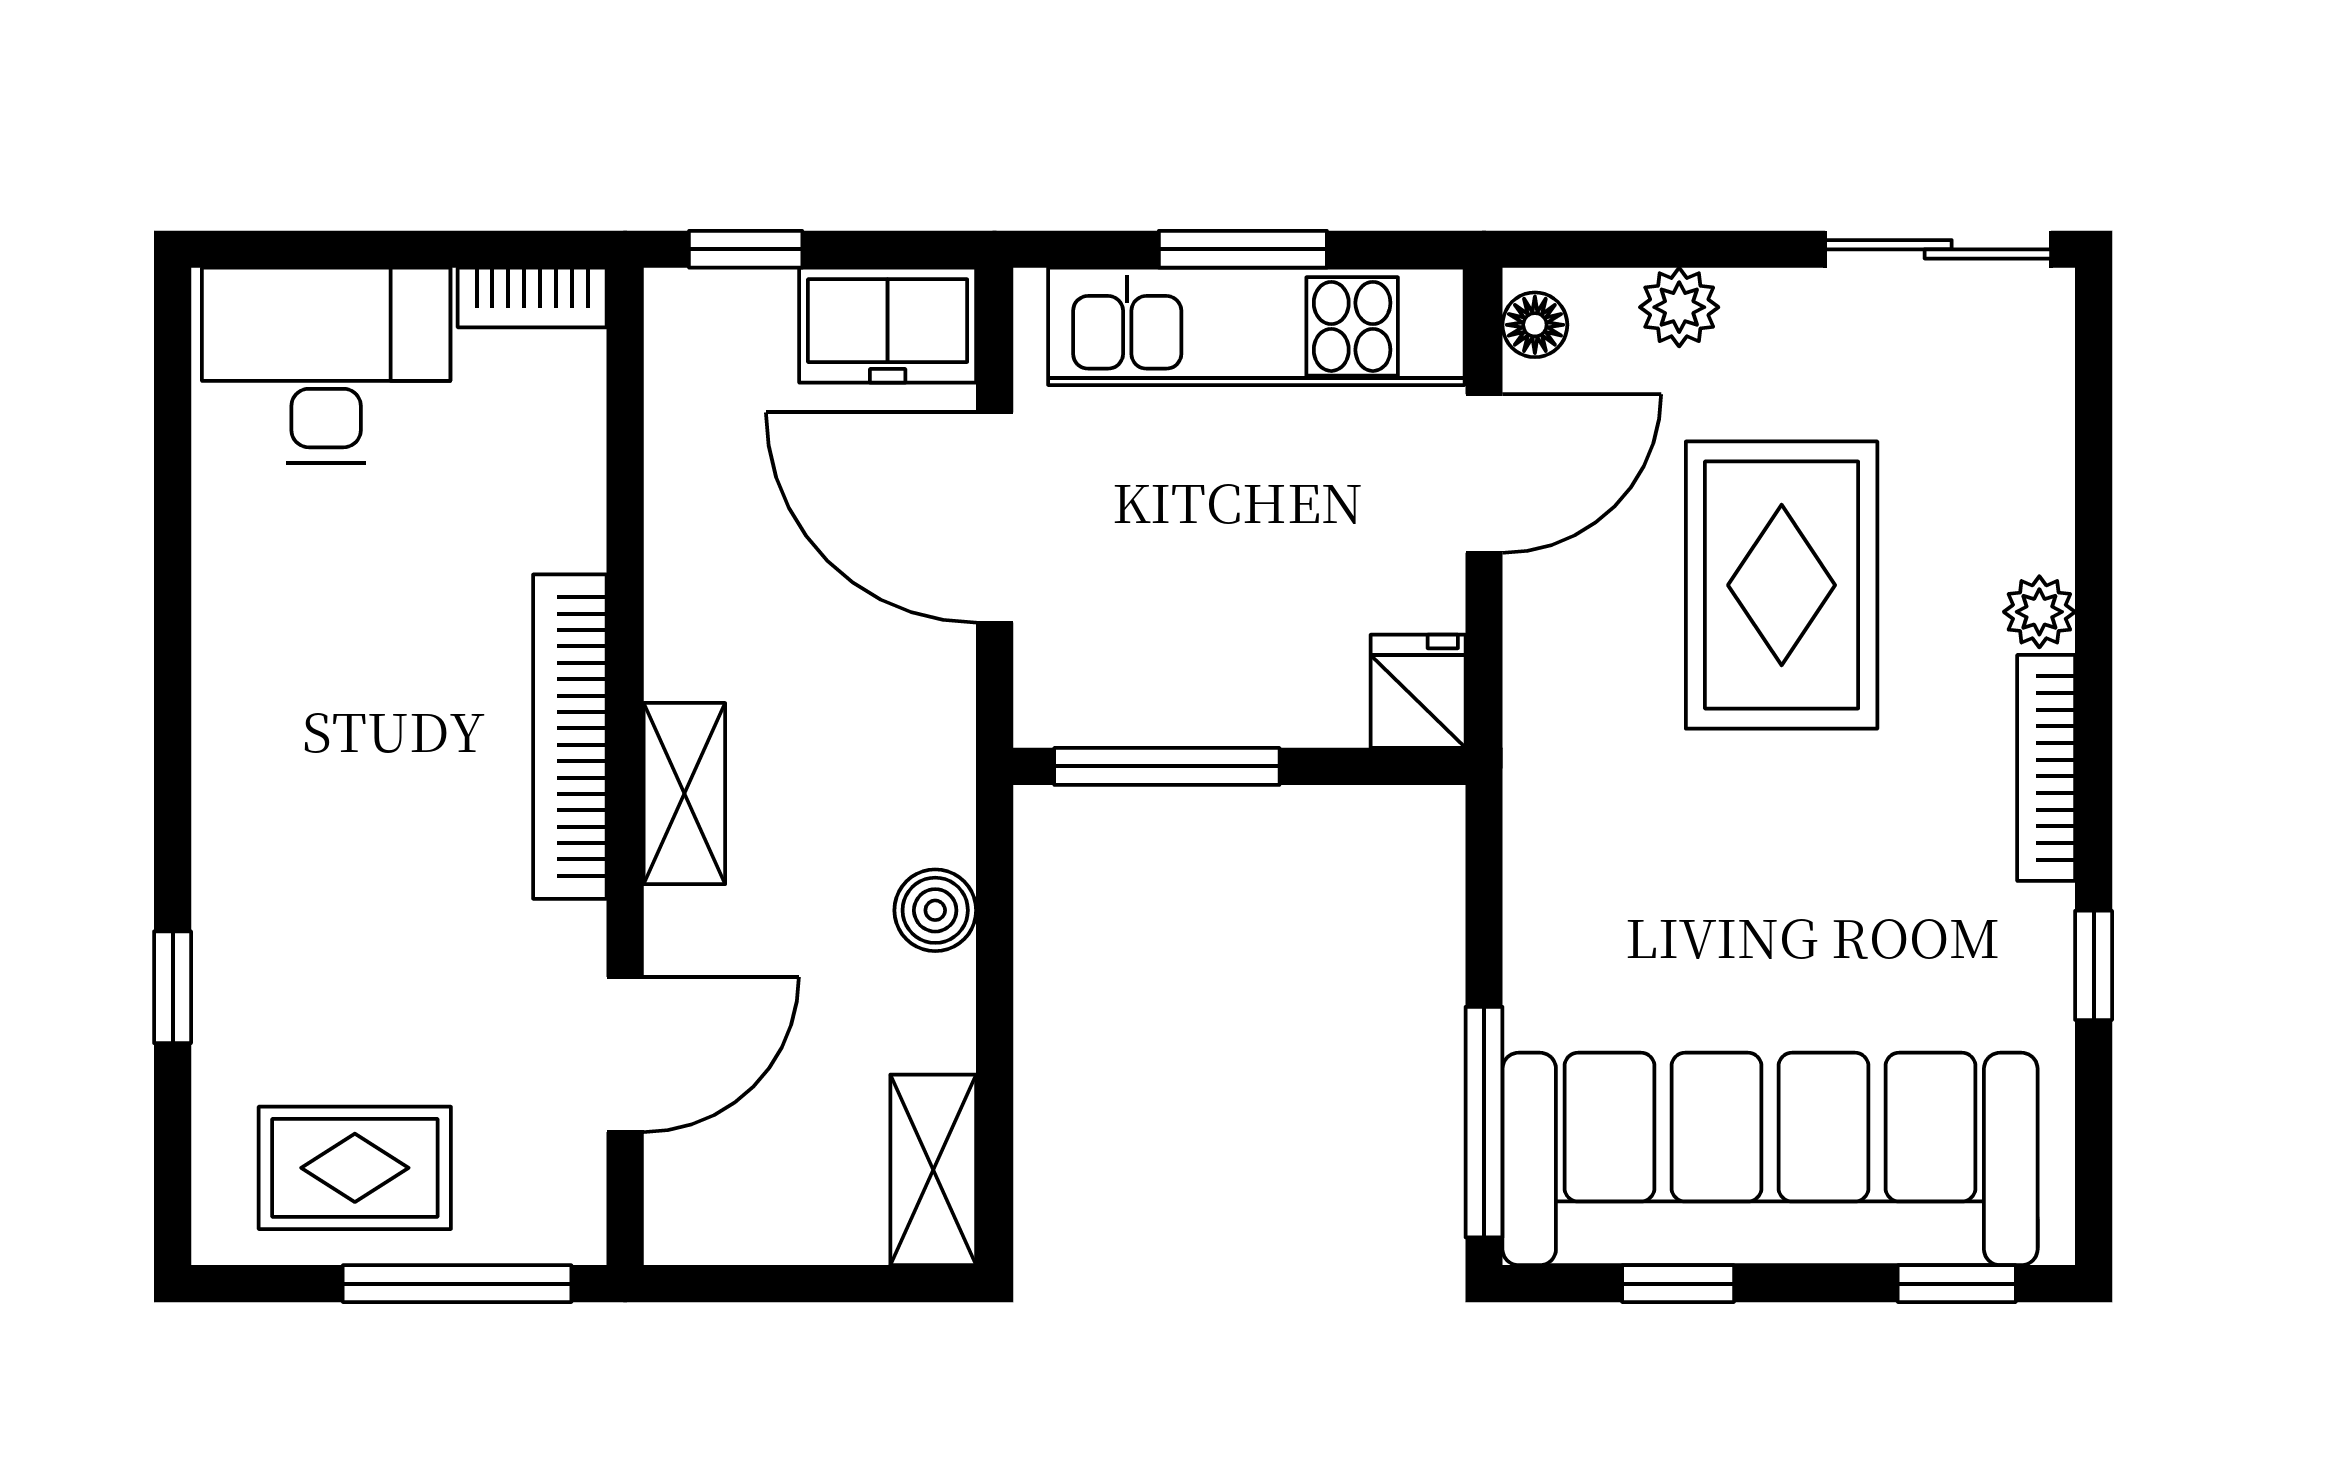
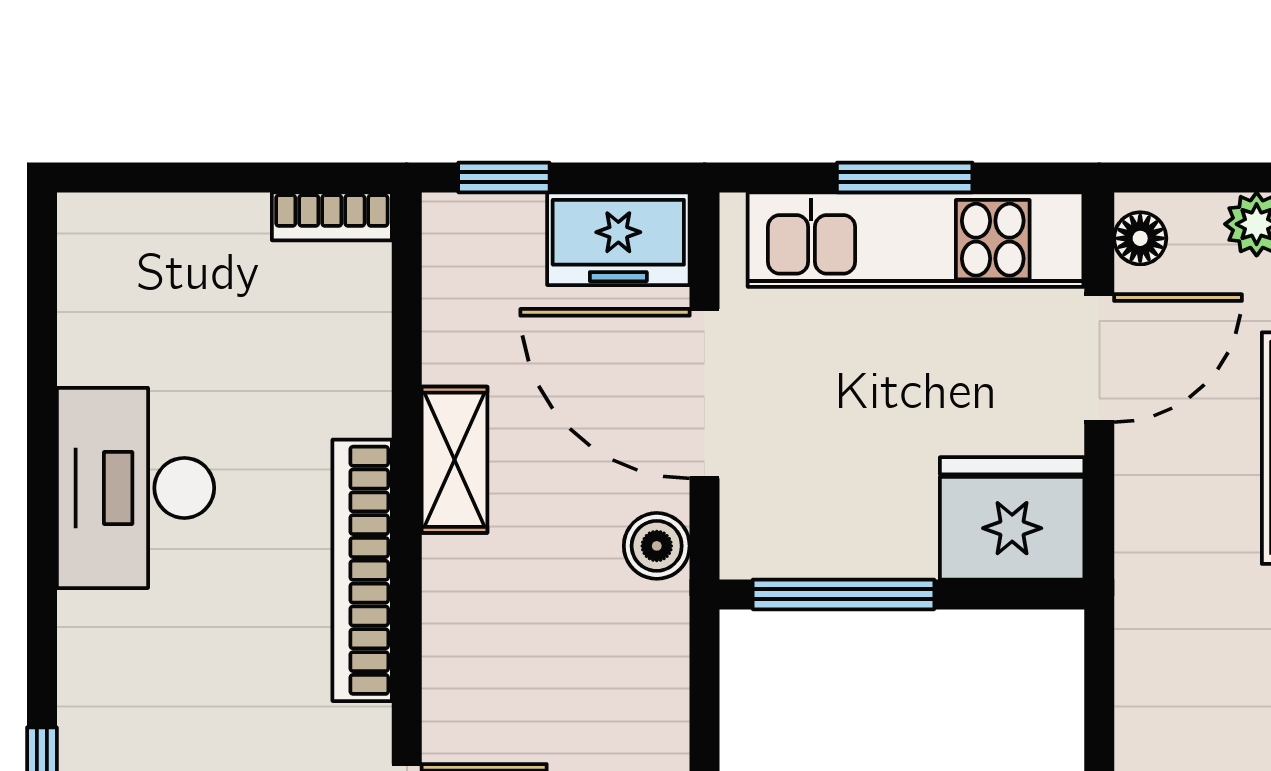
desk: (326, 365) -> (135, 488), moved, turned -90
fridge: (1418, 691) -> (1012, 518), width x1.88, depth x1.34
shelving: (684, 794) -> (454, 460), moved
boiler: (935, 910) -> (657, 546), moved

